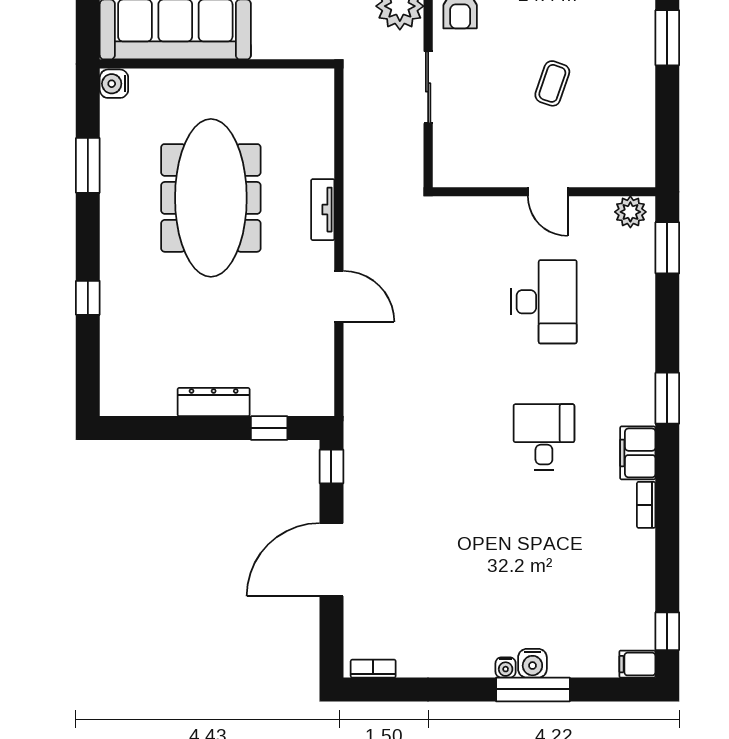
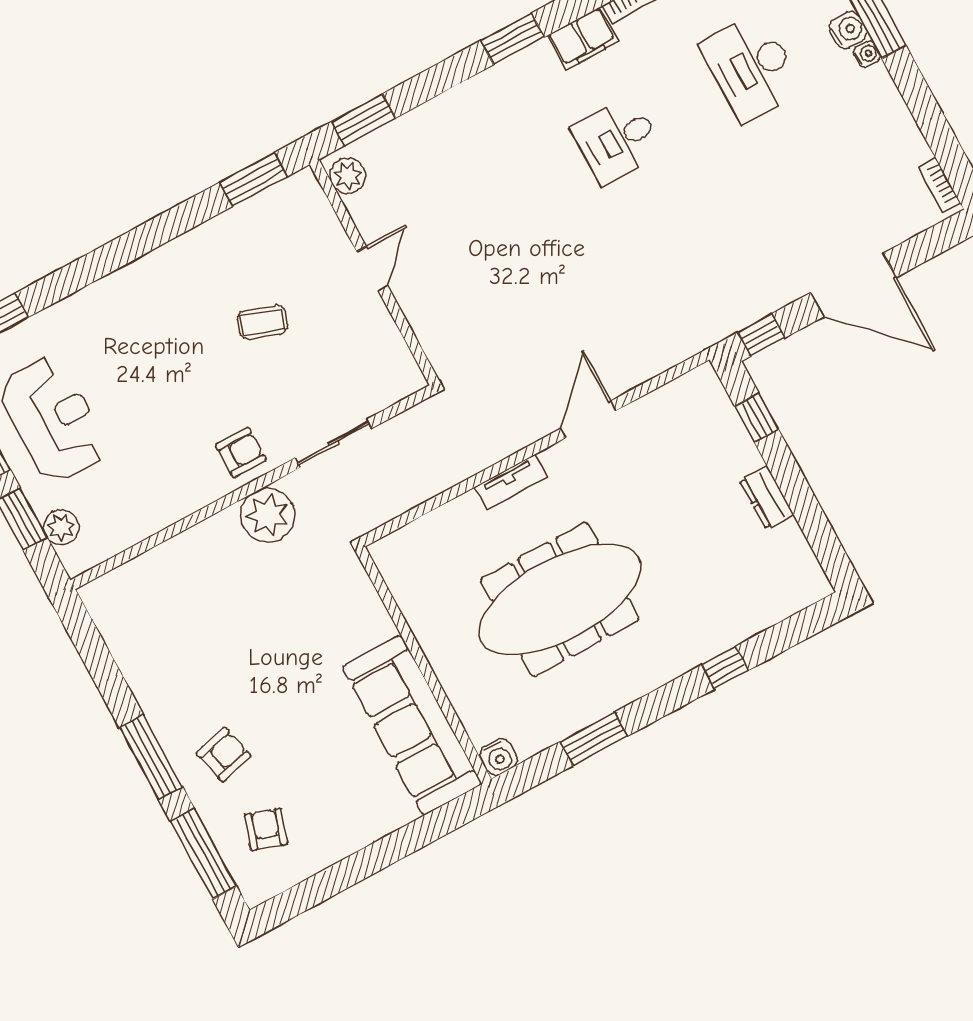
window: (667, 38) -> (253, 180), moved
desk: (544, 302) -> (751, 67), moved, turned -90
dresser: (214, 402) -> (767, 498), width x0.70

